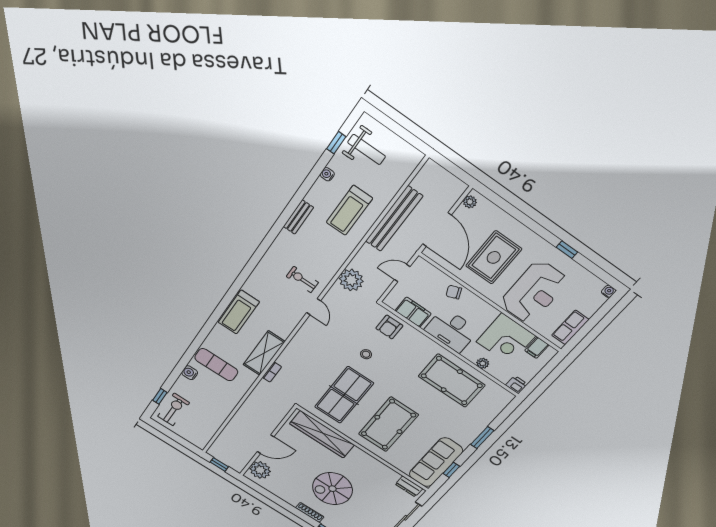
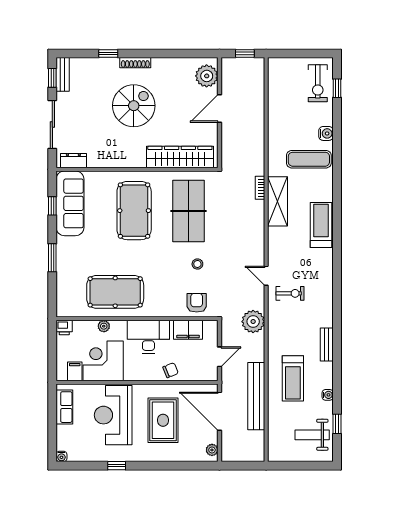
treadmill: (349, 210) -> (293, 378), turned 180

